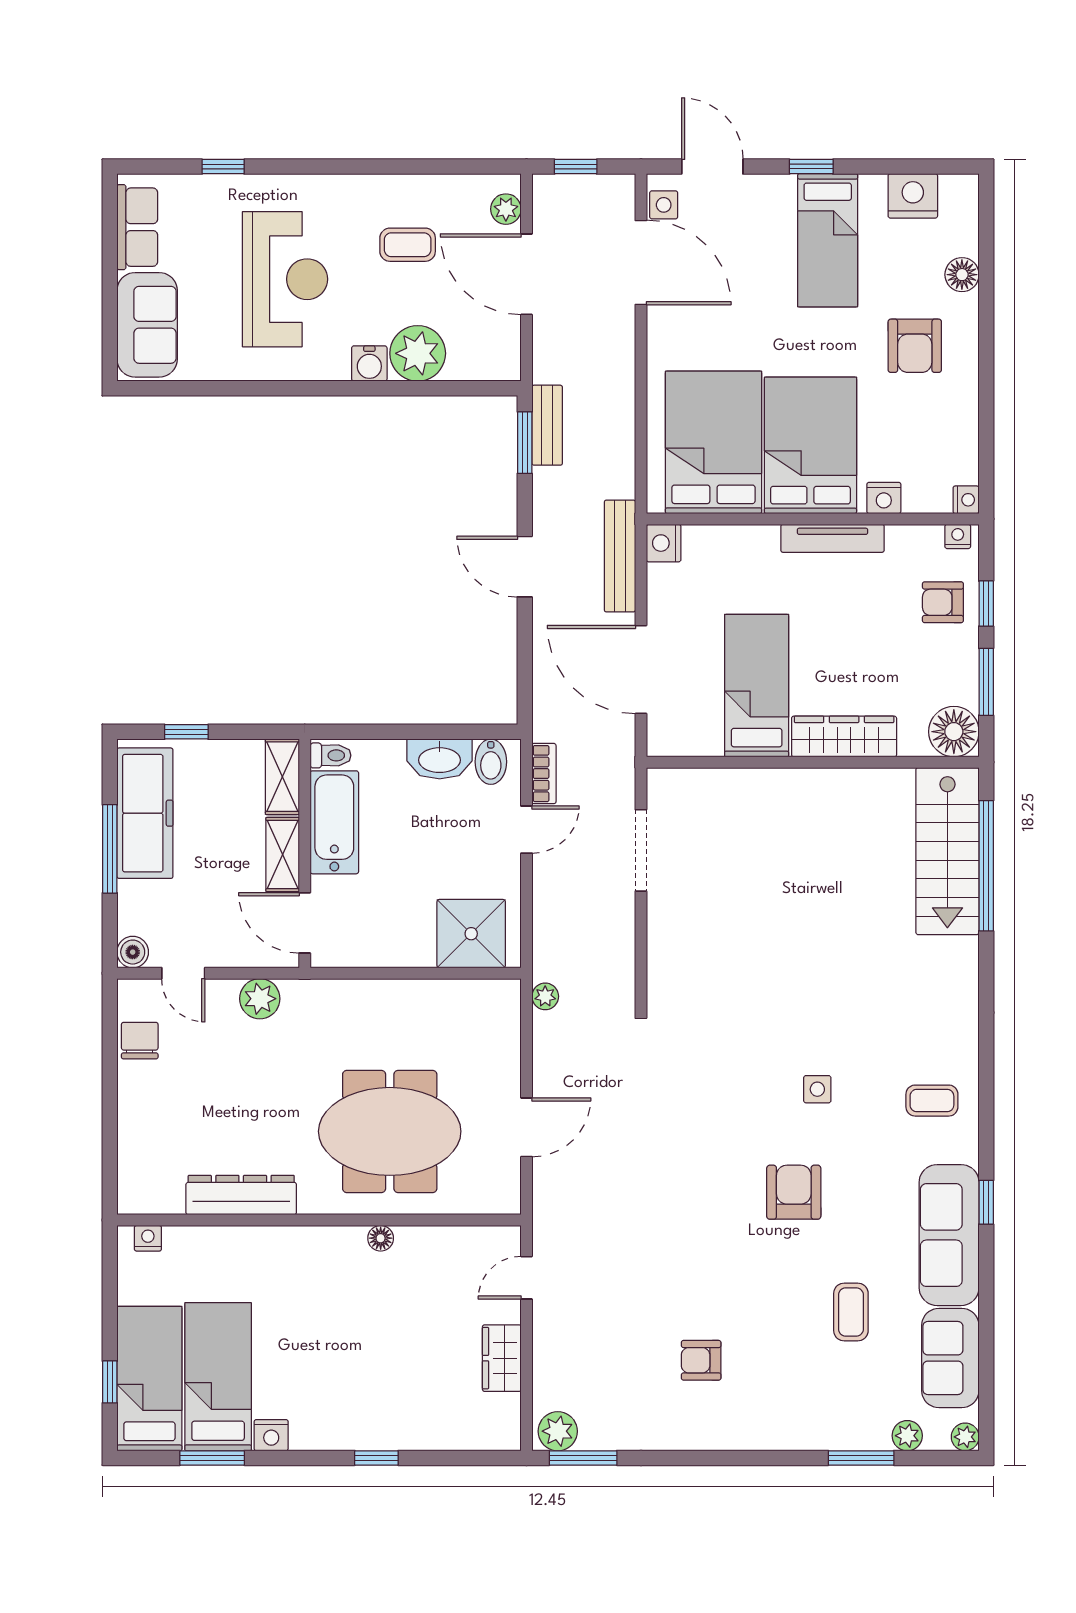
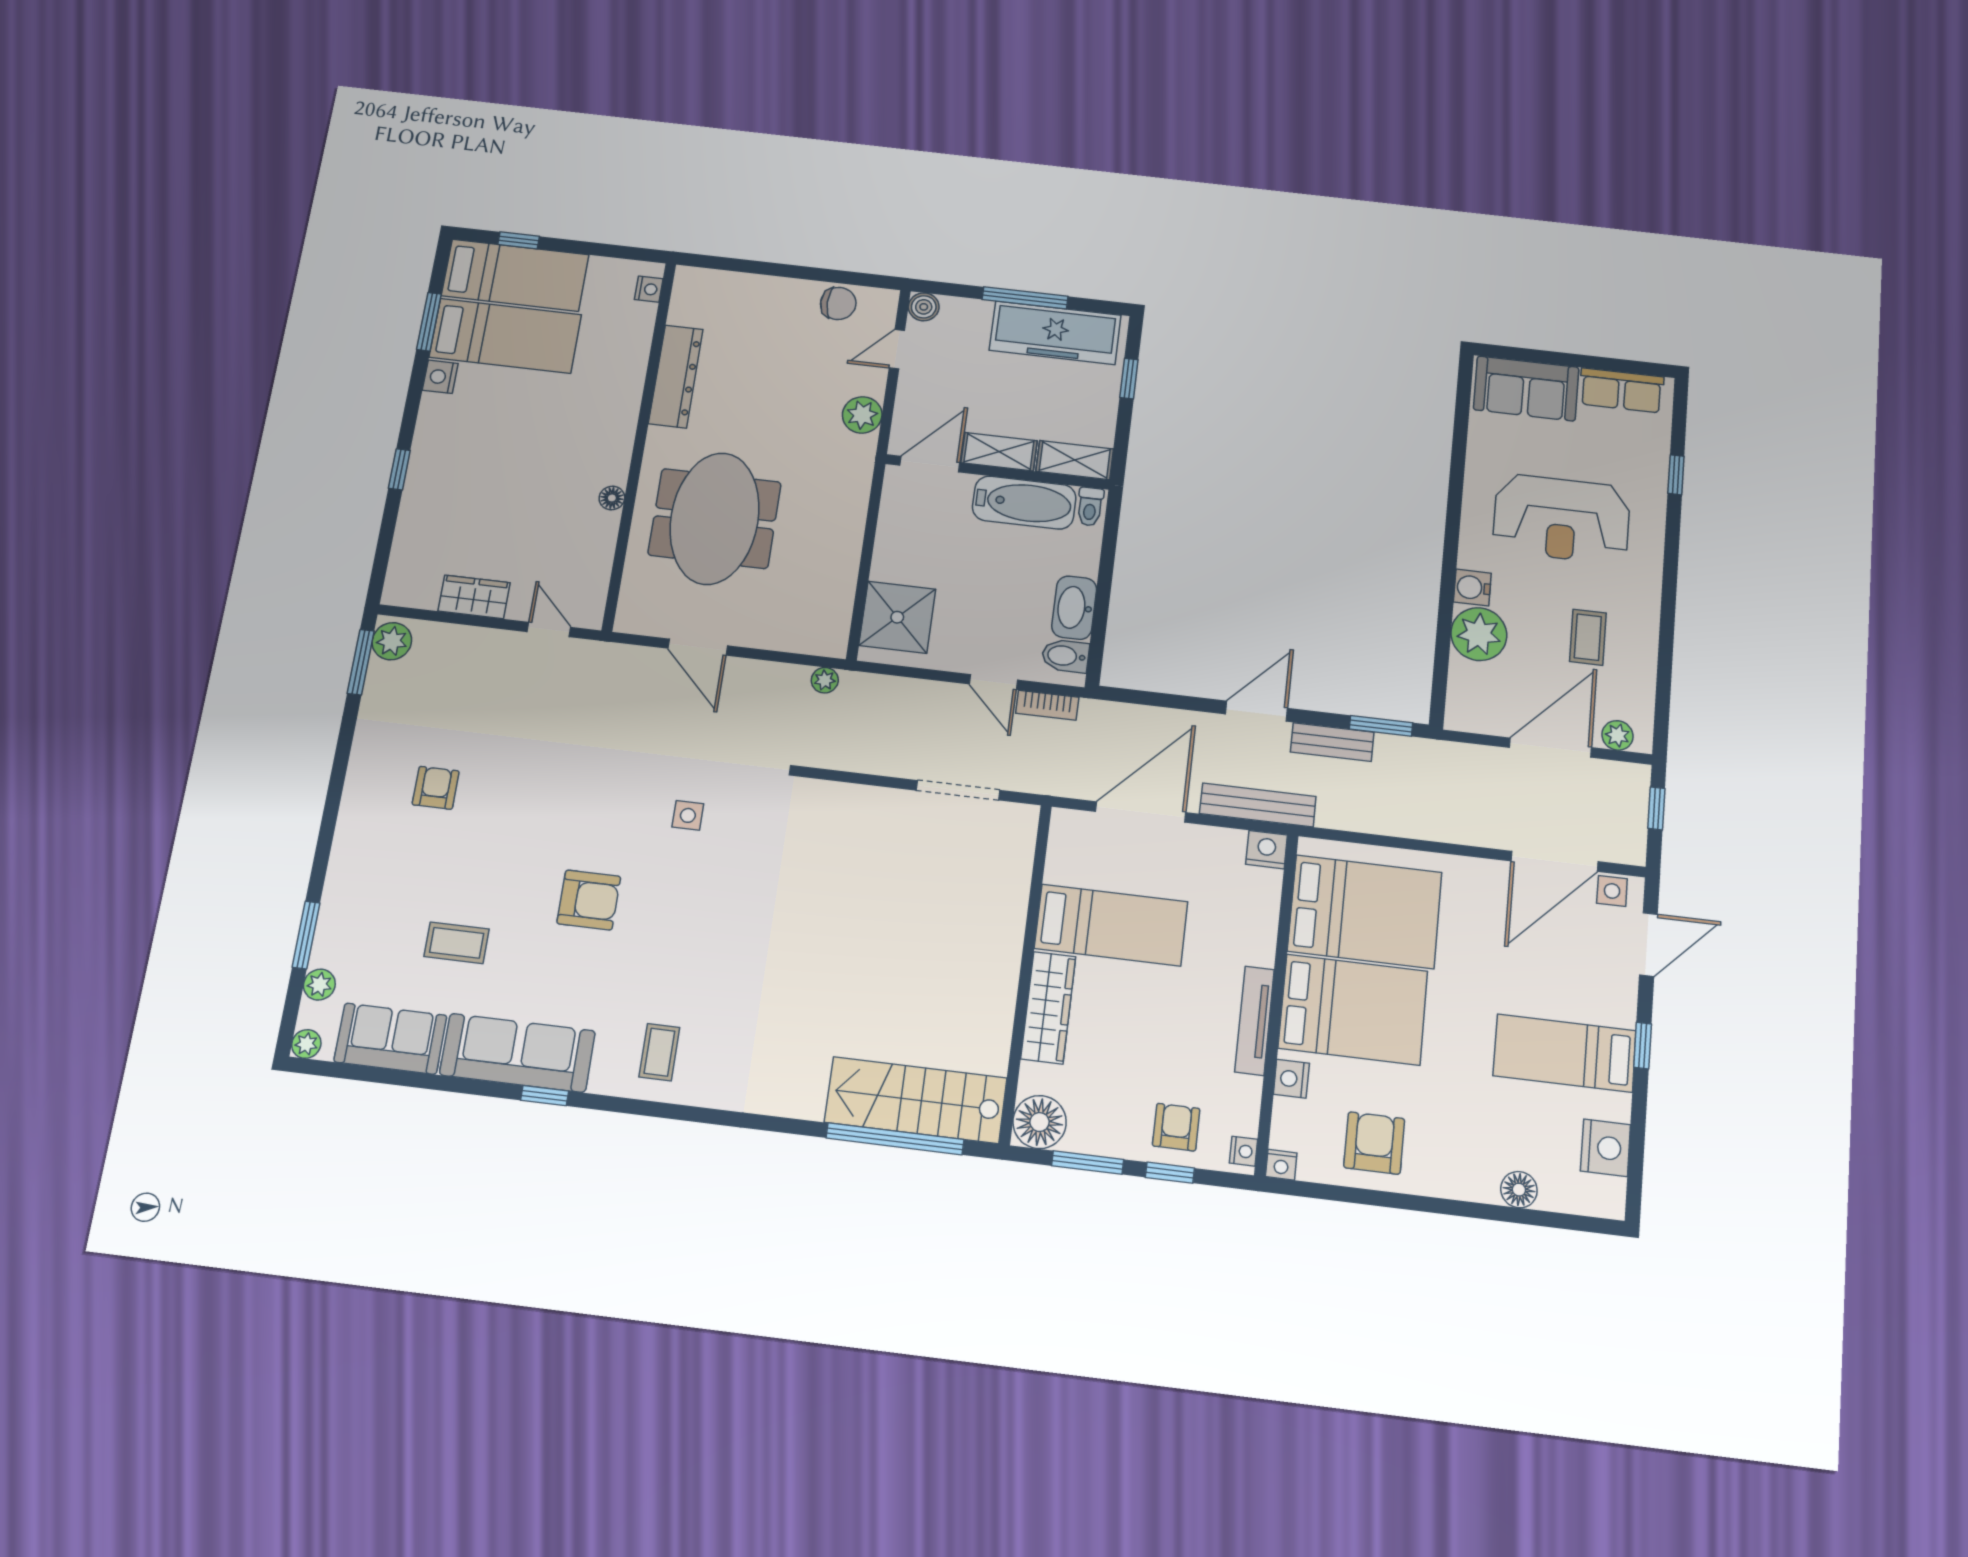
armchair: (915, 346) -> (1374, 1143), moved, turned 90
bench: (547, 425) -> (1332, 742), moved
side table: (817, 1089) -> (688, 815), moved

